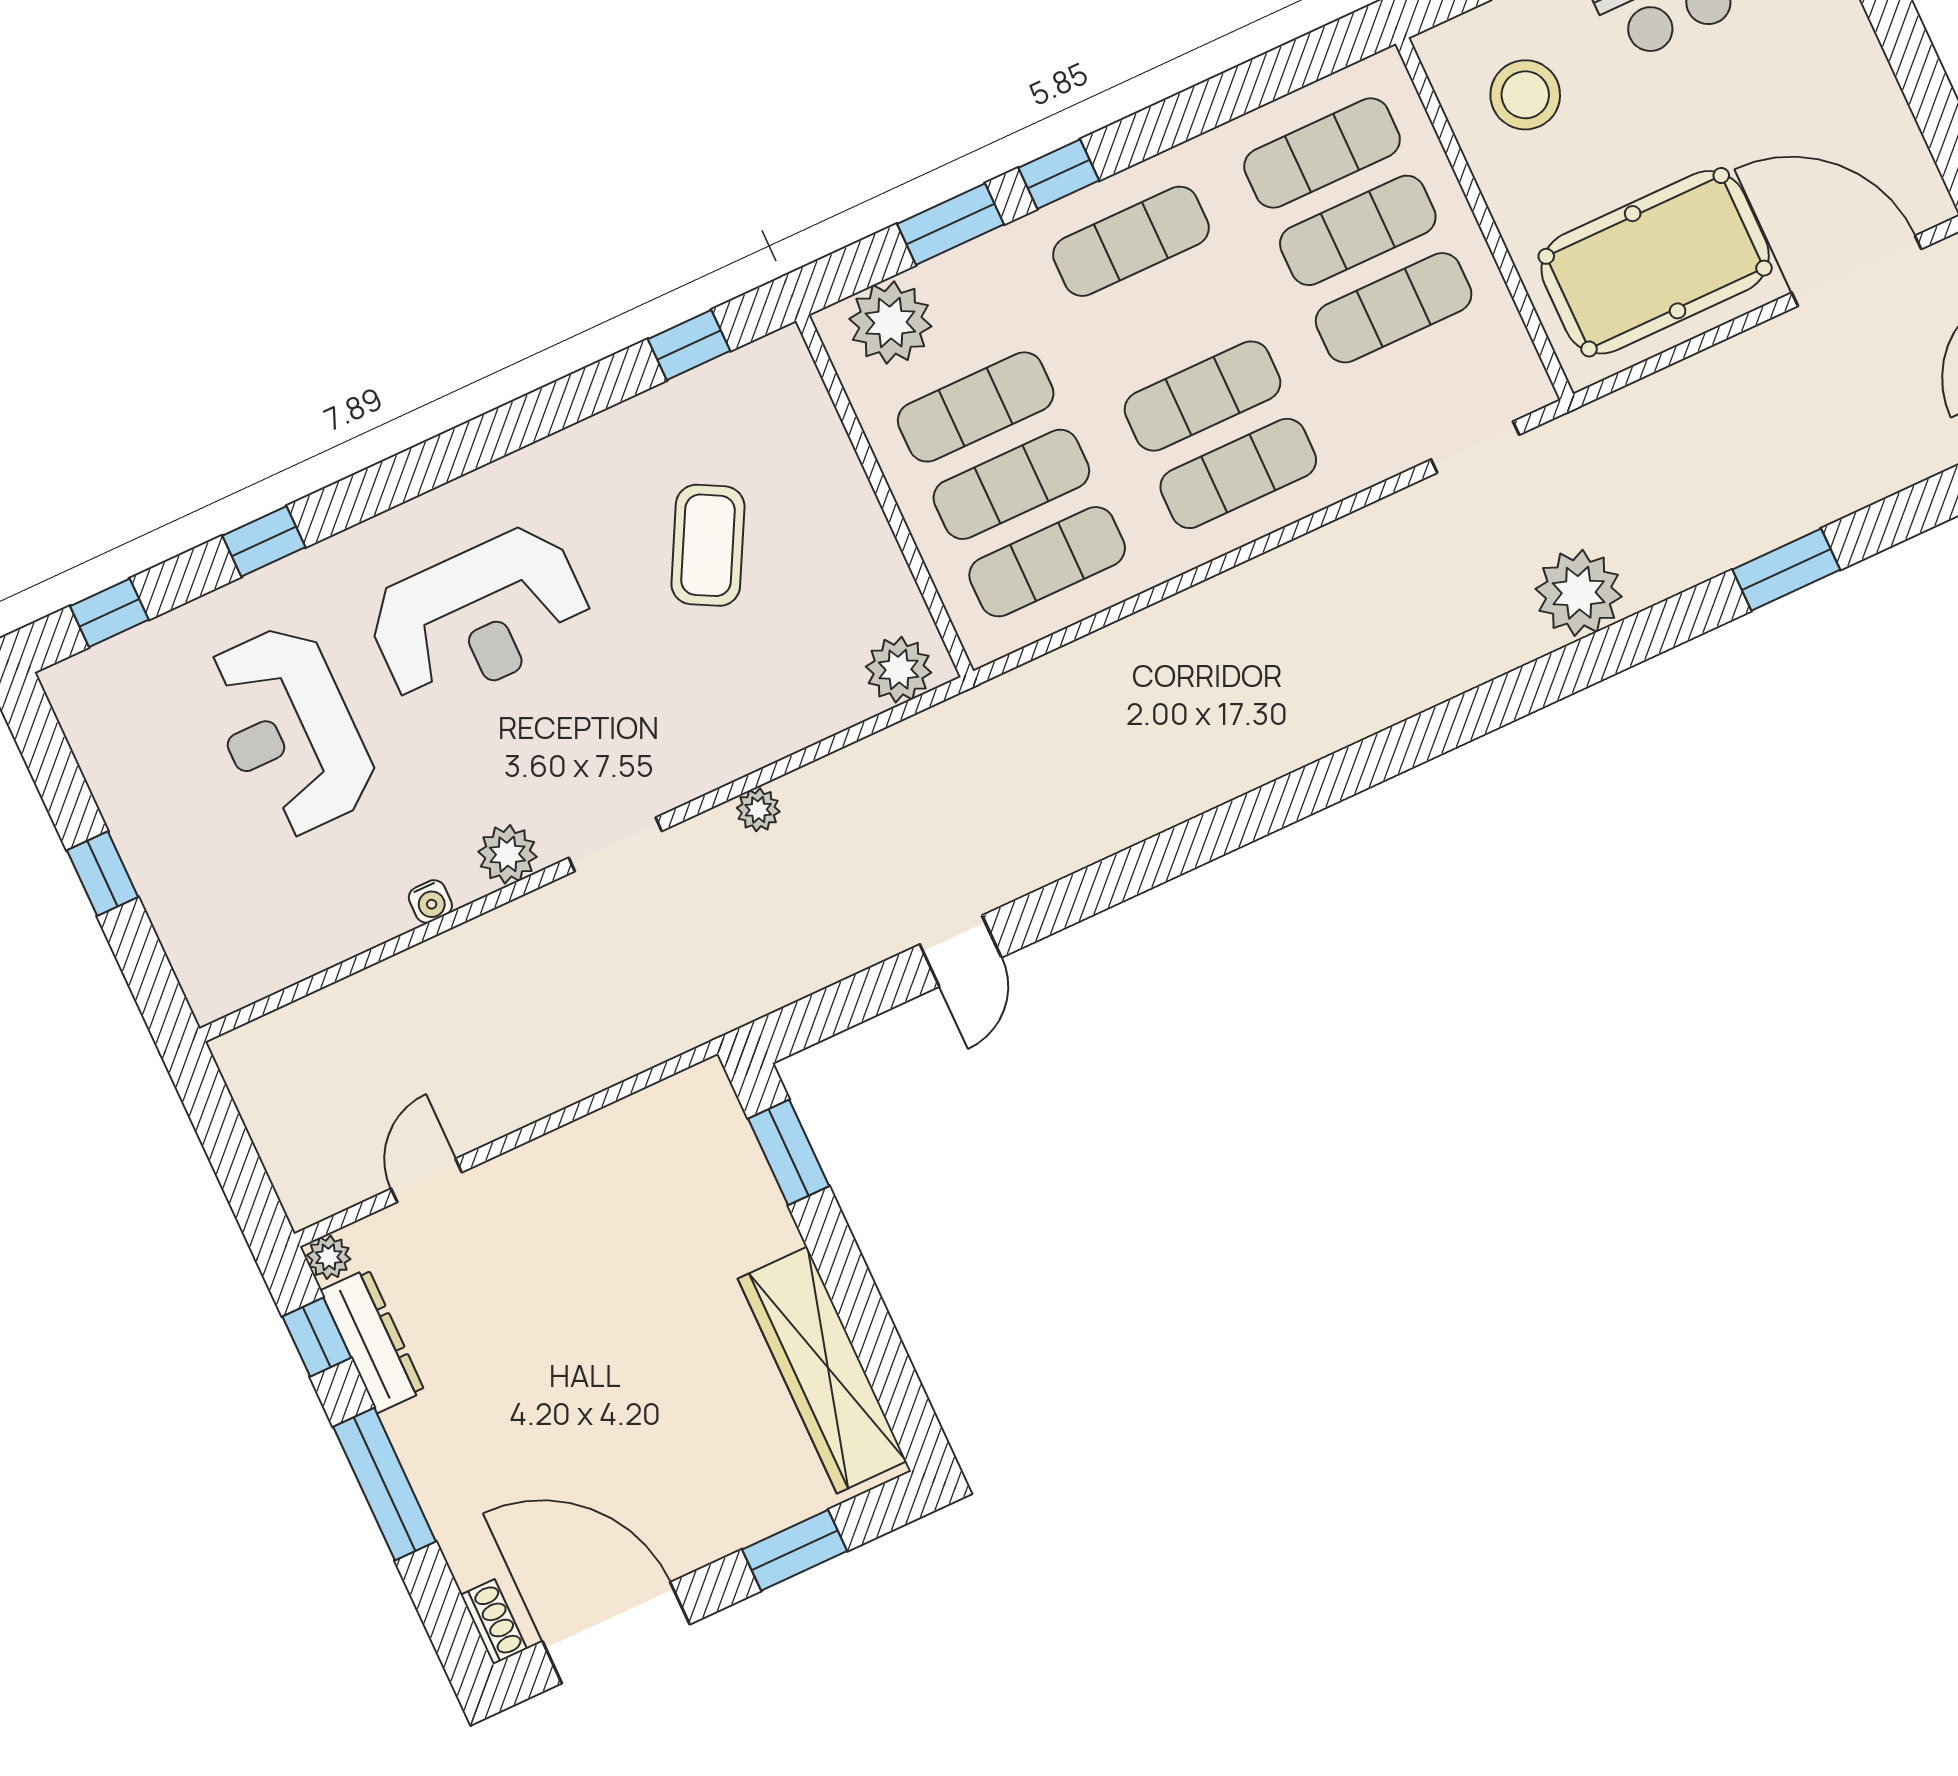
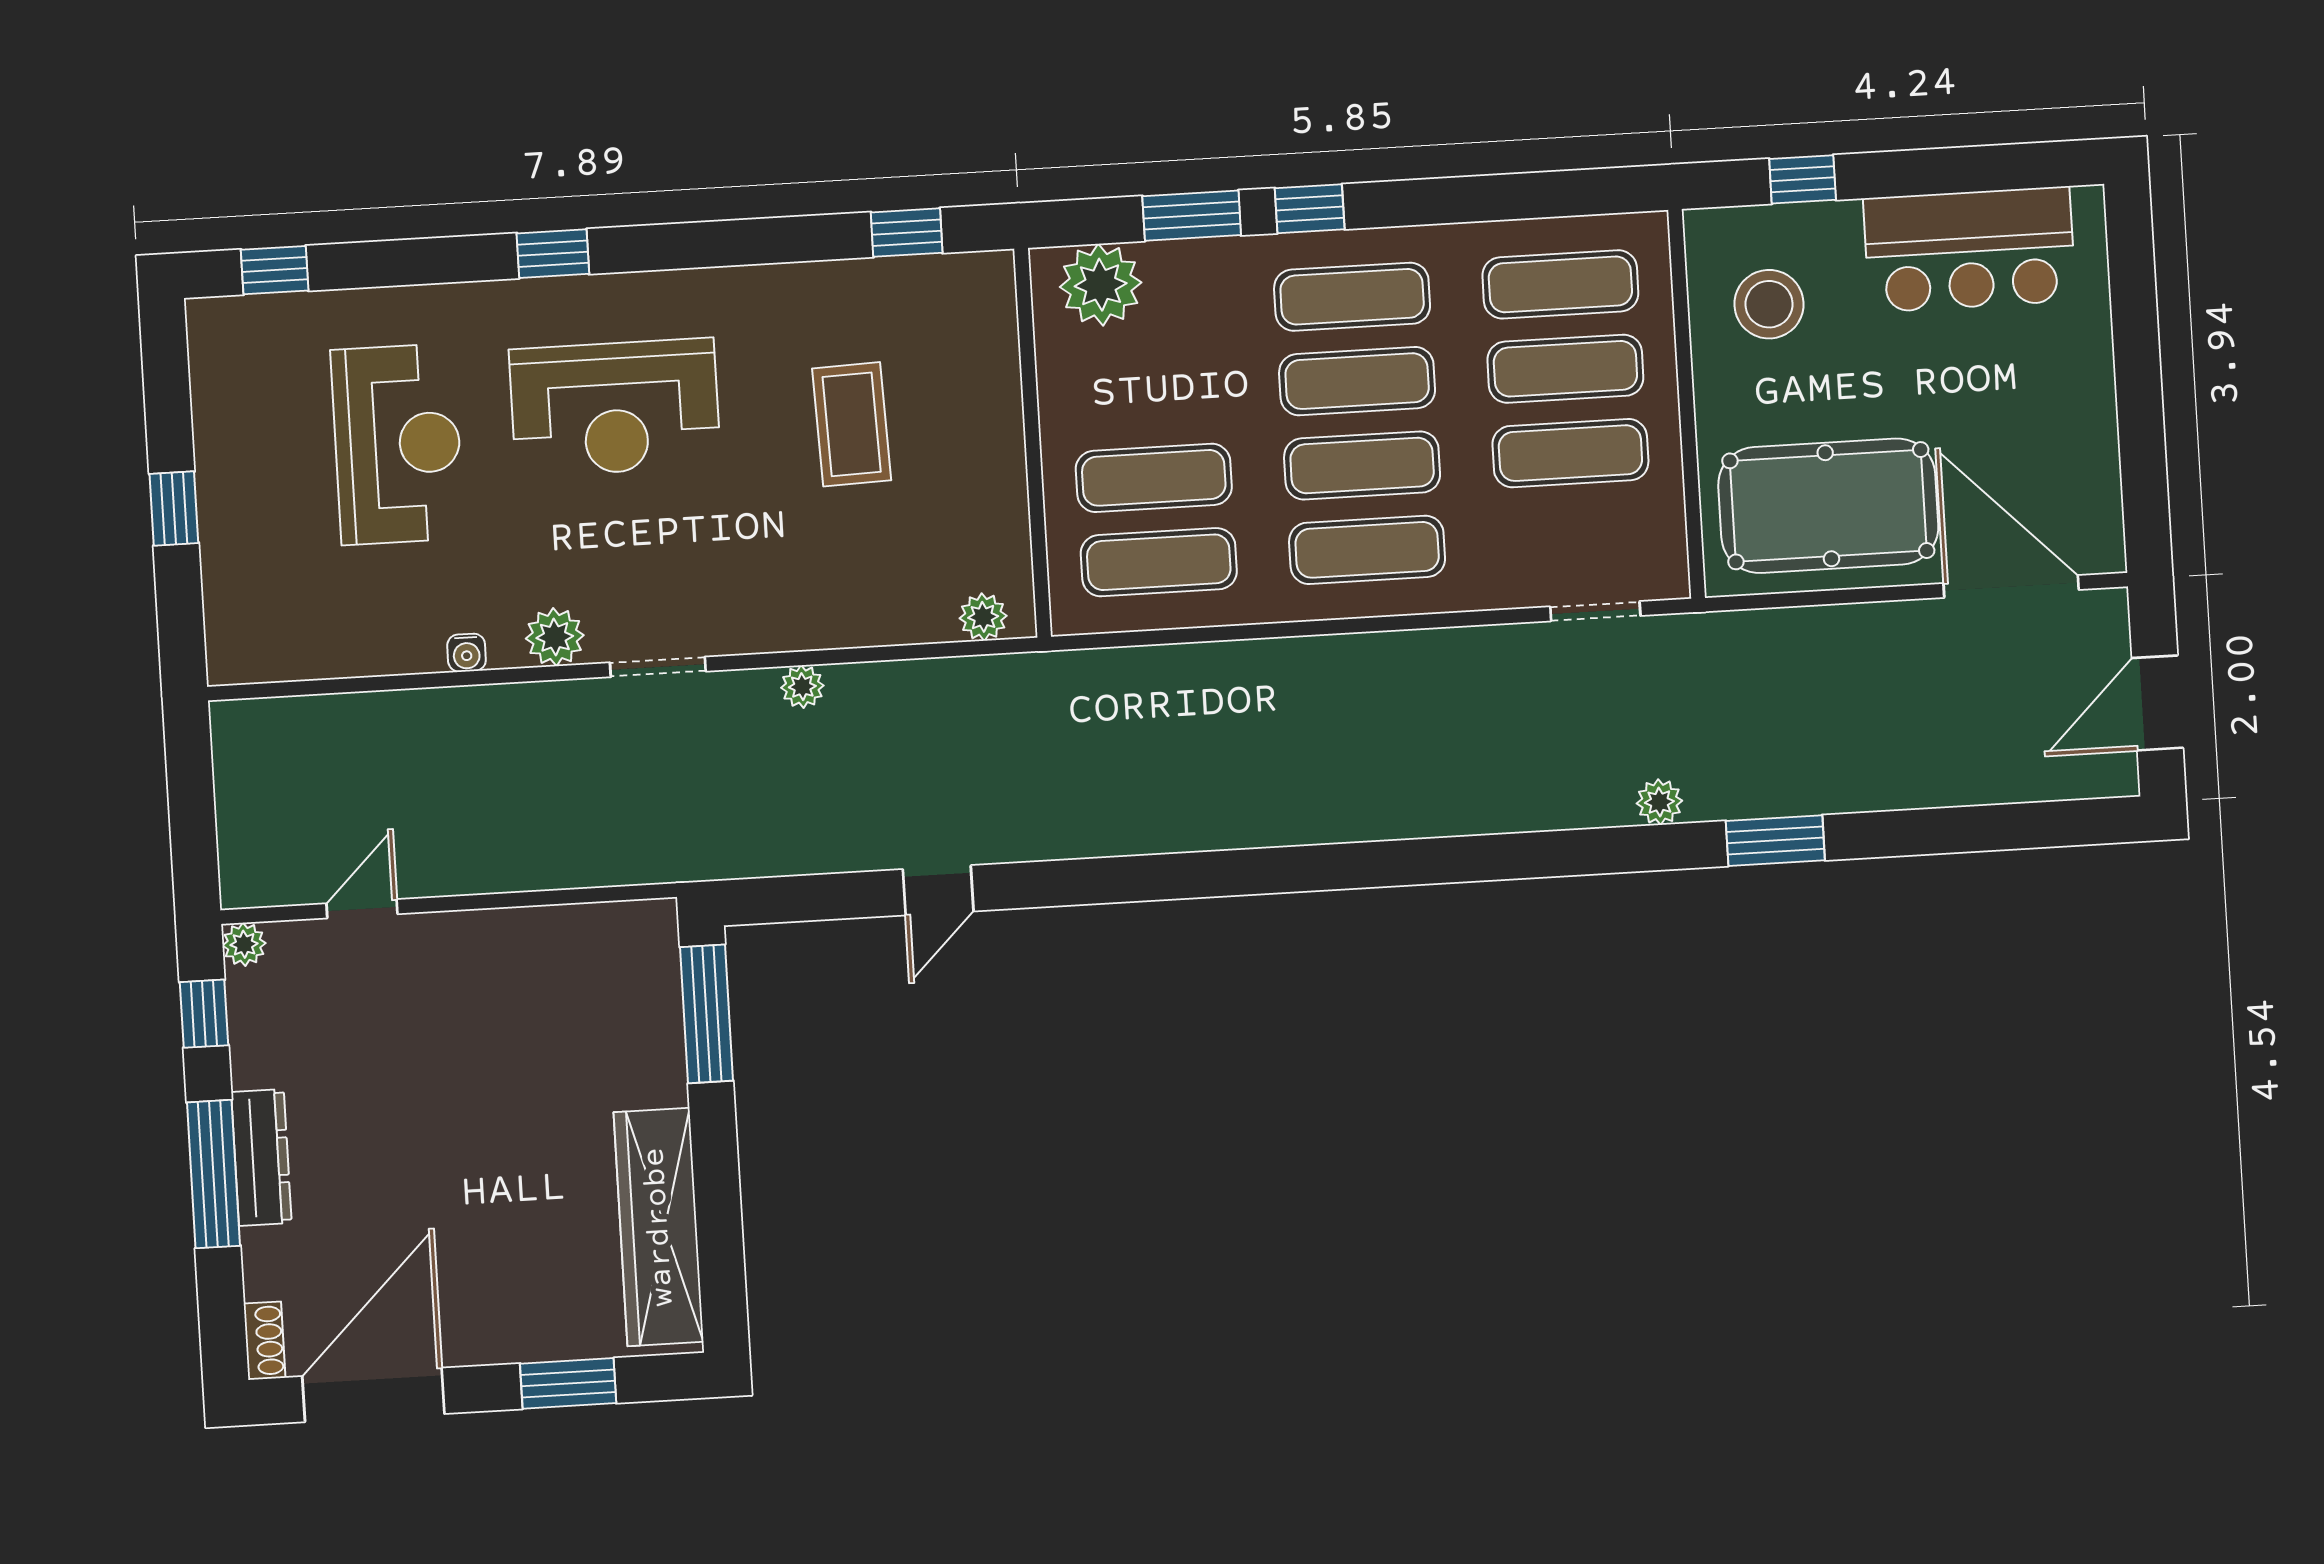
exercise mat: (976, 407) -> (1357, 381), moved
window: (264, 541) -> (553, 254), moved
coffee table: (708, 545) -> (852, 424), turned -30
window: (1786, 570) -> (1775, 841), moved
plant: (1579, 593) -> (1659, 802), width x0.53, depth x0.53
plant: (899, 670) -> (983, 617), width x0.73, depth x0.73
reception desk: (289, 731) -> (398, 444), turned 180
window: (789, 1152) -> (707, 1014), width x1.44
dresser: (373, 1341) -> (261, 1157), moved
door: (616, 1633) -> (373, 1395), hinge flipped

